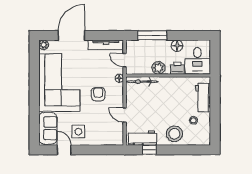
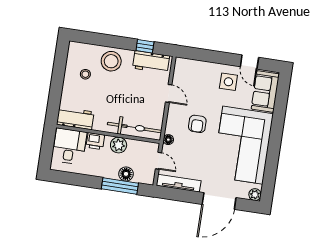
floor lamp: (177, 46) -> (126, 174), moved
bicycle: (142, 82) -> (135, 128), width x1.37, depth x1.40
workbench: (203, 97) -> (75, 118), moved, turned -90

